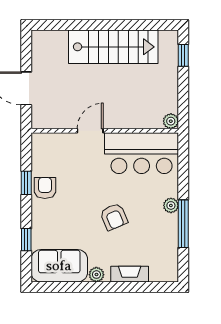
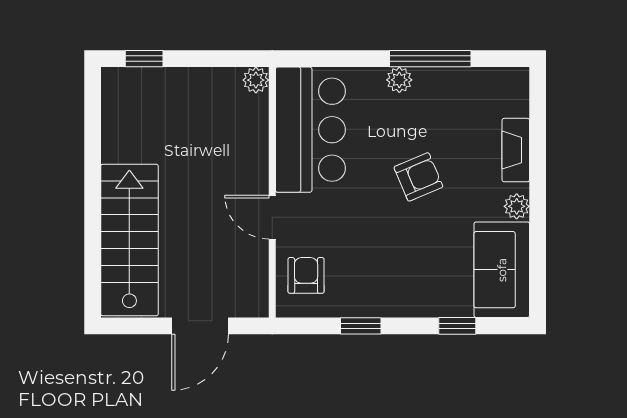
stairs: (113, 47) -> (129, 240), moved
armchair: (45, 188) -> (306, 275), moved, turned 90

